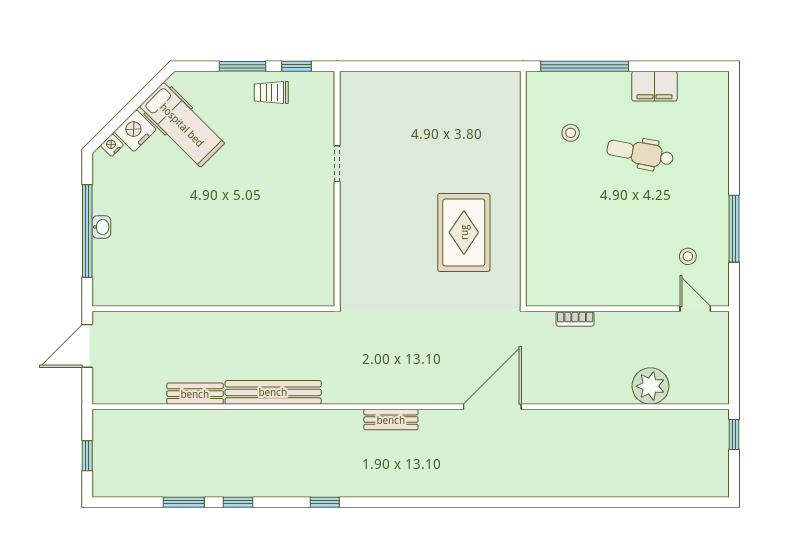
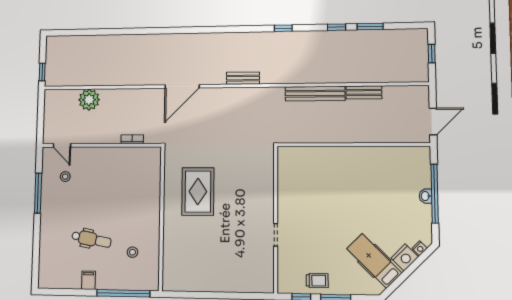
filing cabinet: (654, 86) -> (88, 280), width x0.50

